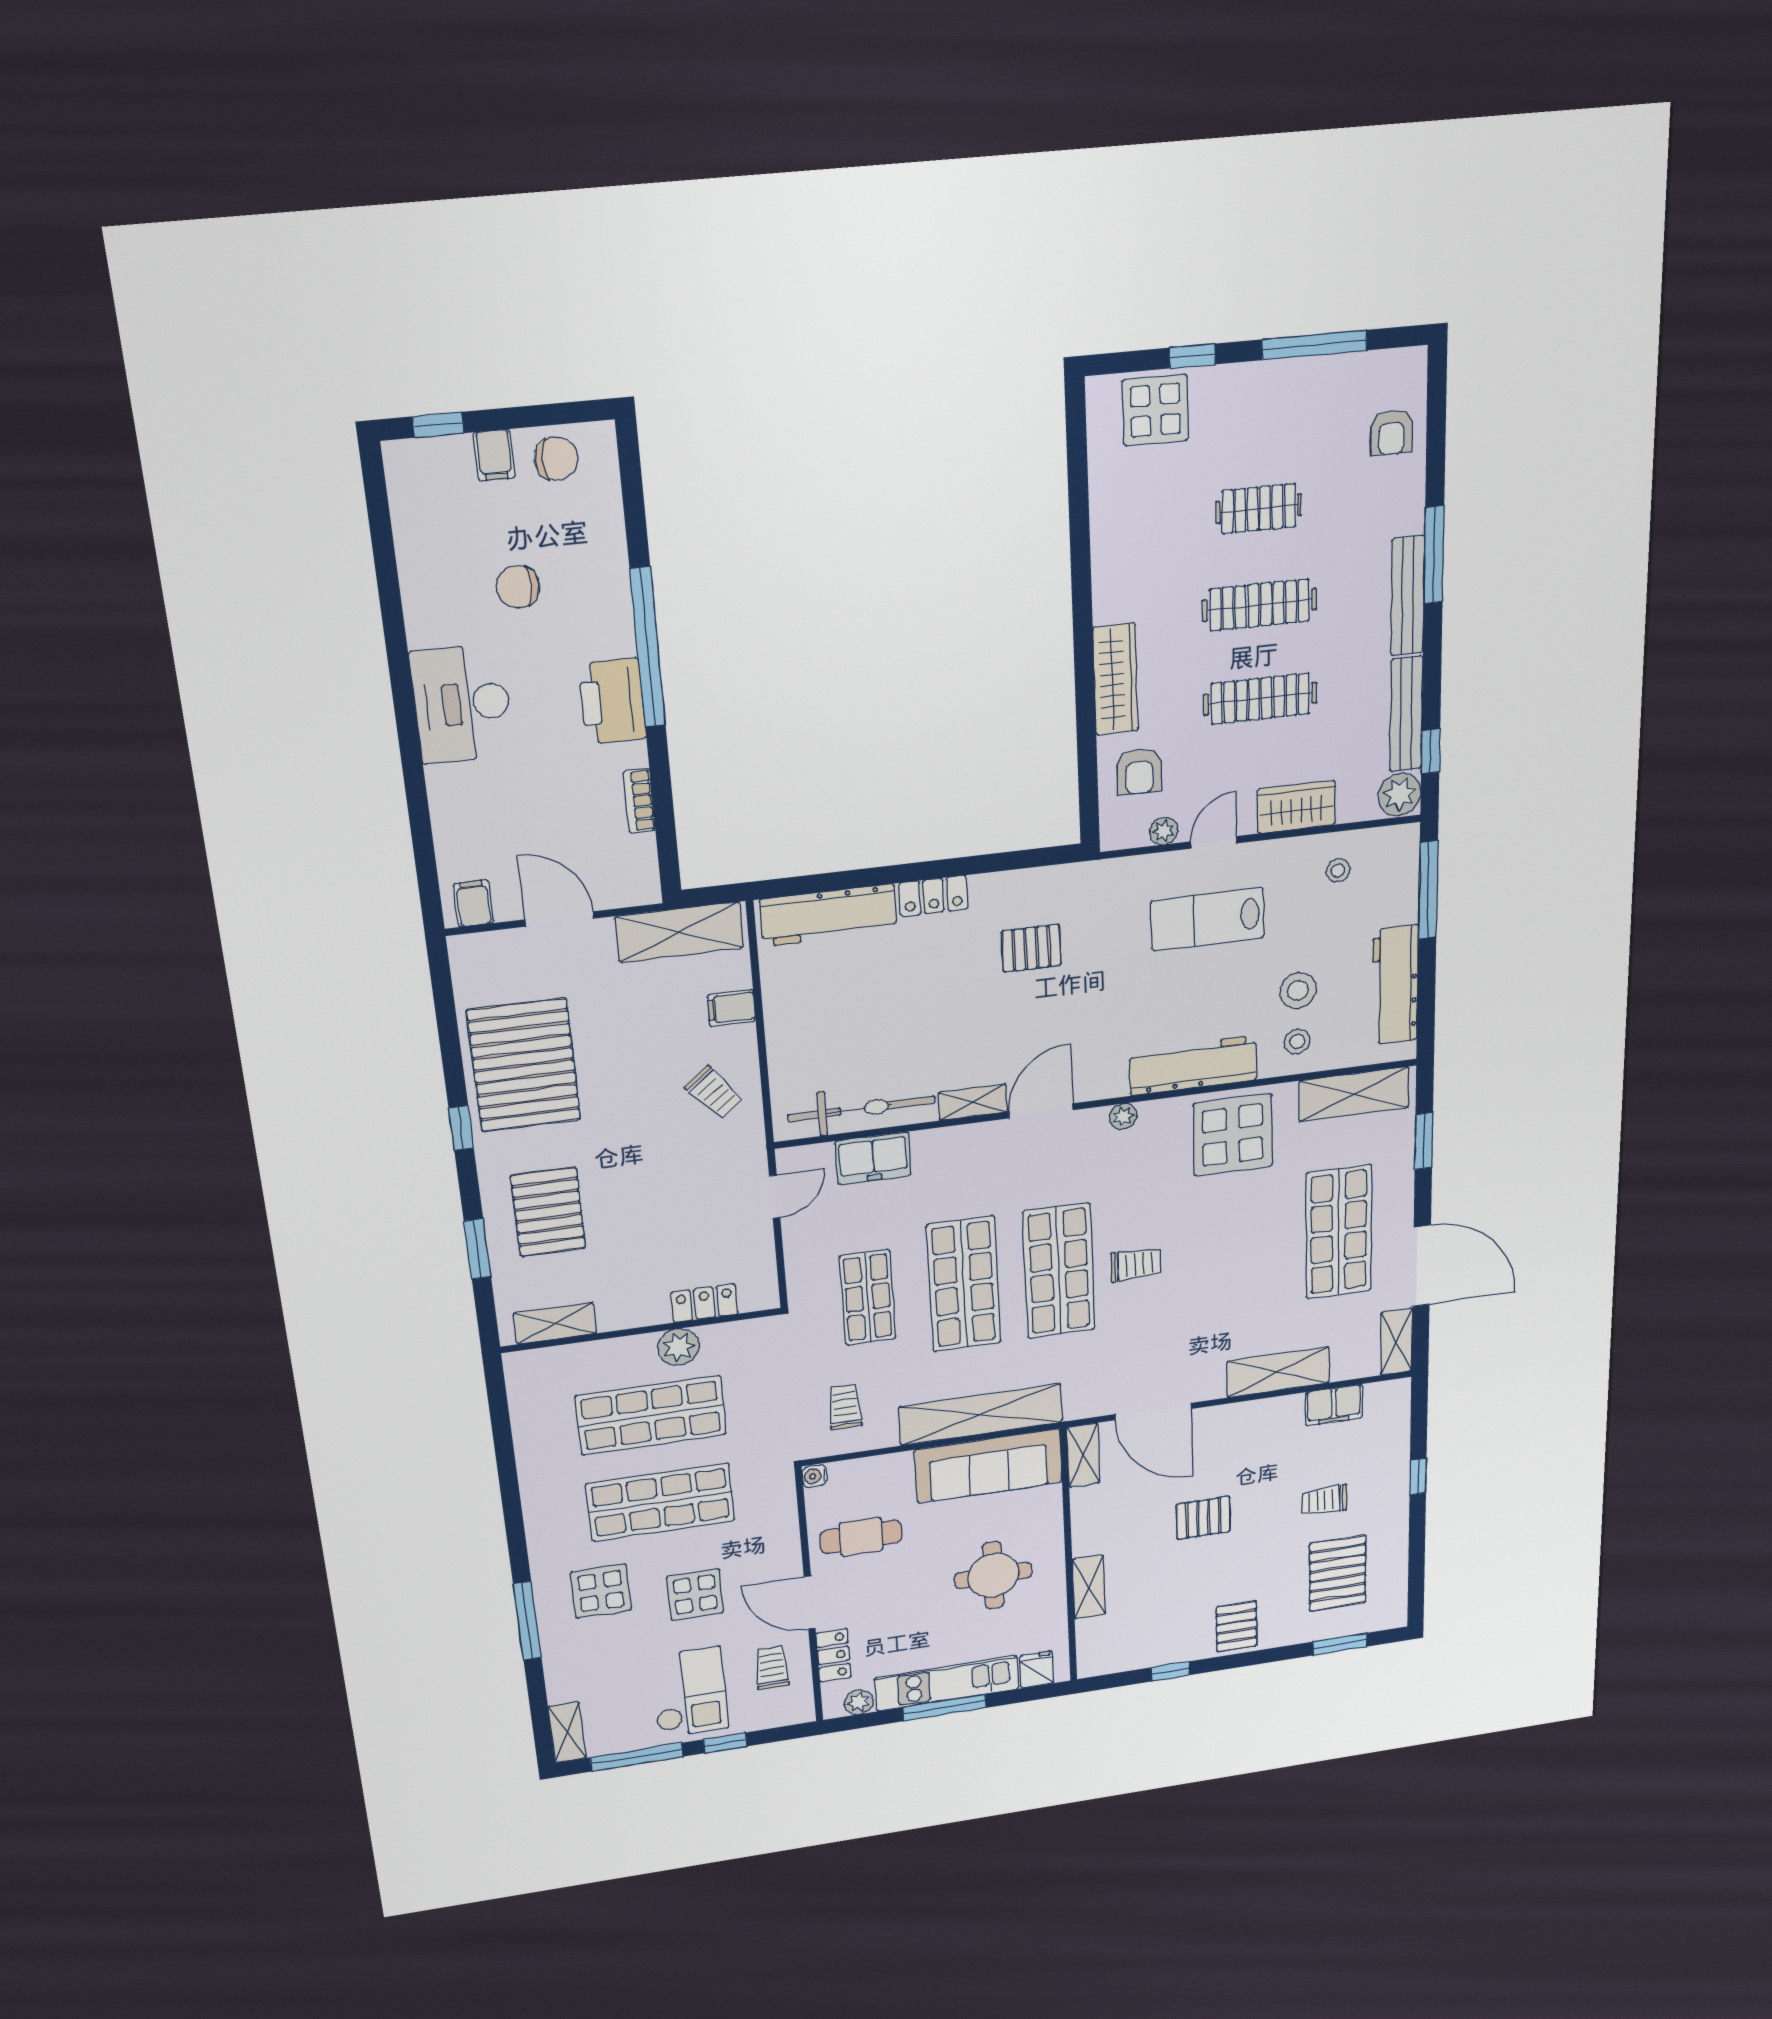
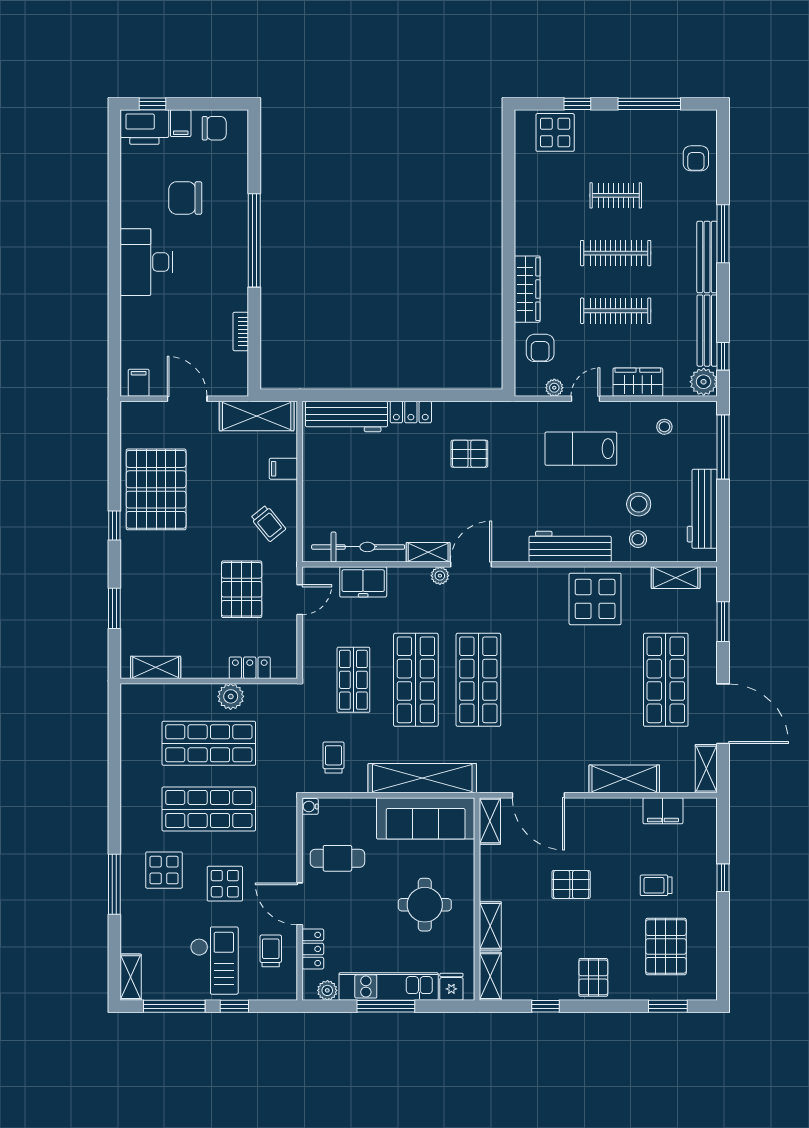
chair: (518, 587) -> (185, 198), width x1.37, depth x1.37
printer: (612, 701) -> (144, 127), moved, turned -90
shelving: (1354, 1094) -> (676, 578), width x0.67, depth x0.75
plant: (1123, 1116) -> (440, 576), moved
pallet: (548, 1212) -> (242, 589), moved
trolley: (1136, 1264) -> (529, 683), removed
shelving: (1091, 1648) -> (490, 976), added

